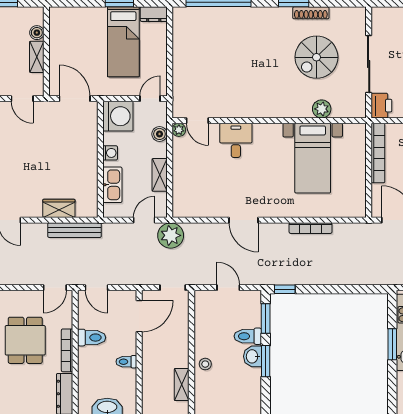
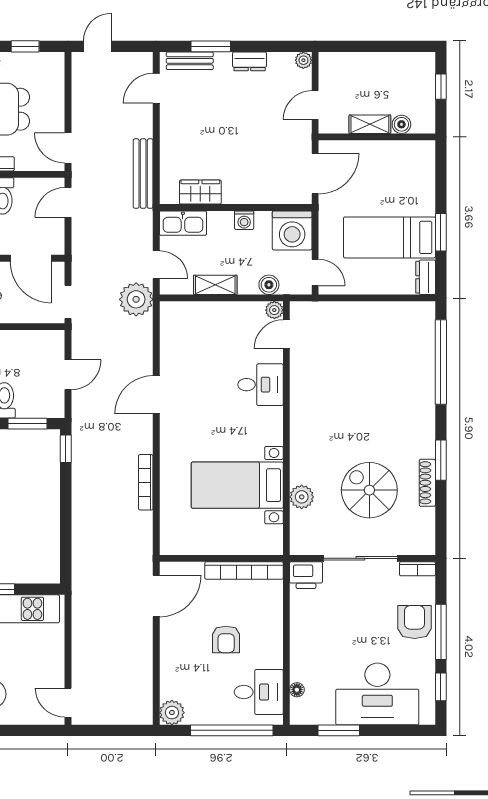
bookcase: (377, 20) -> (417, 569), added
kitchen sink: (112, 185) -> (183, 223), moved
wardrobe: (59, 208) -> (200, 192), moved, turned -90

